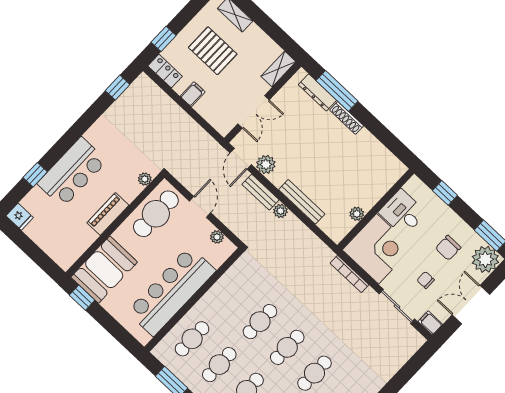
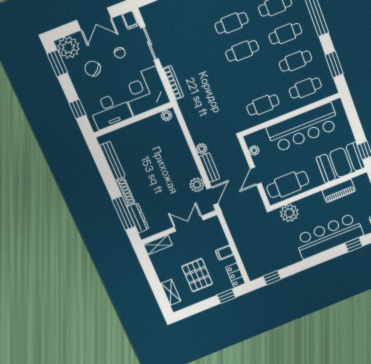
bar counter: (72, 172) -> (329, 236), width x1.36
plant: (145, 179) -> (289, 213), width x1.87, depth x1.87
bench: (302, 202) -> (113, 161), moved
desk: (403, 213) -> (110, 111), width x1.37
piano: (108, 214) -> (339, 191), moved
plant: (357, 214) -> (166, 116), moved
chair: (448, 248) -> (93, 69), turned -133
cafe table: (260, 322) -> (263, 105), moved

